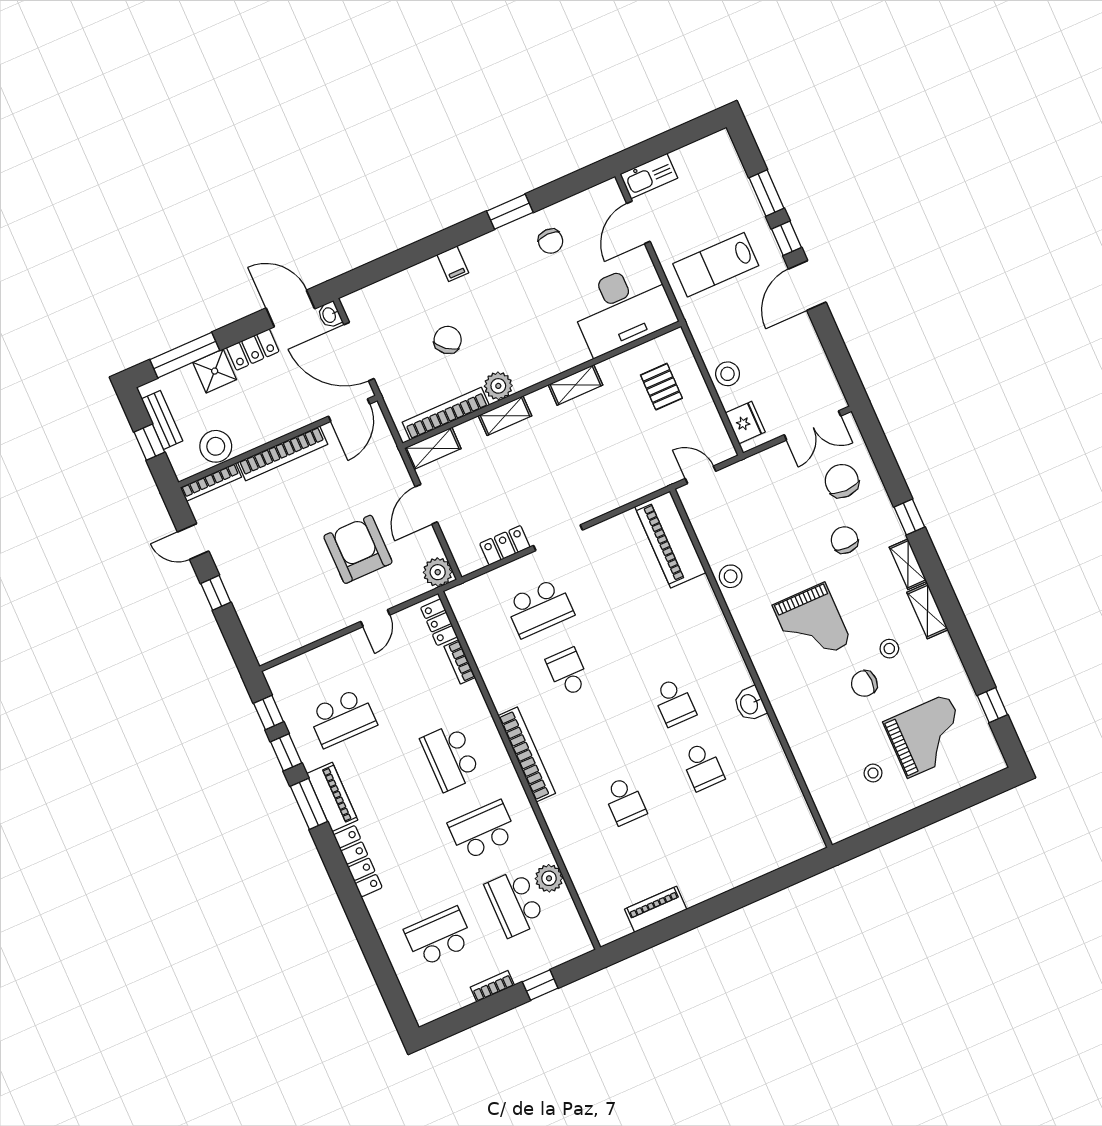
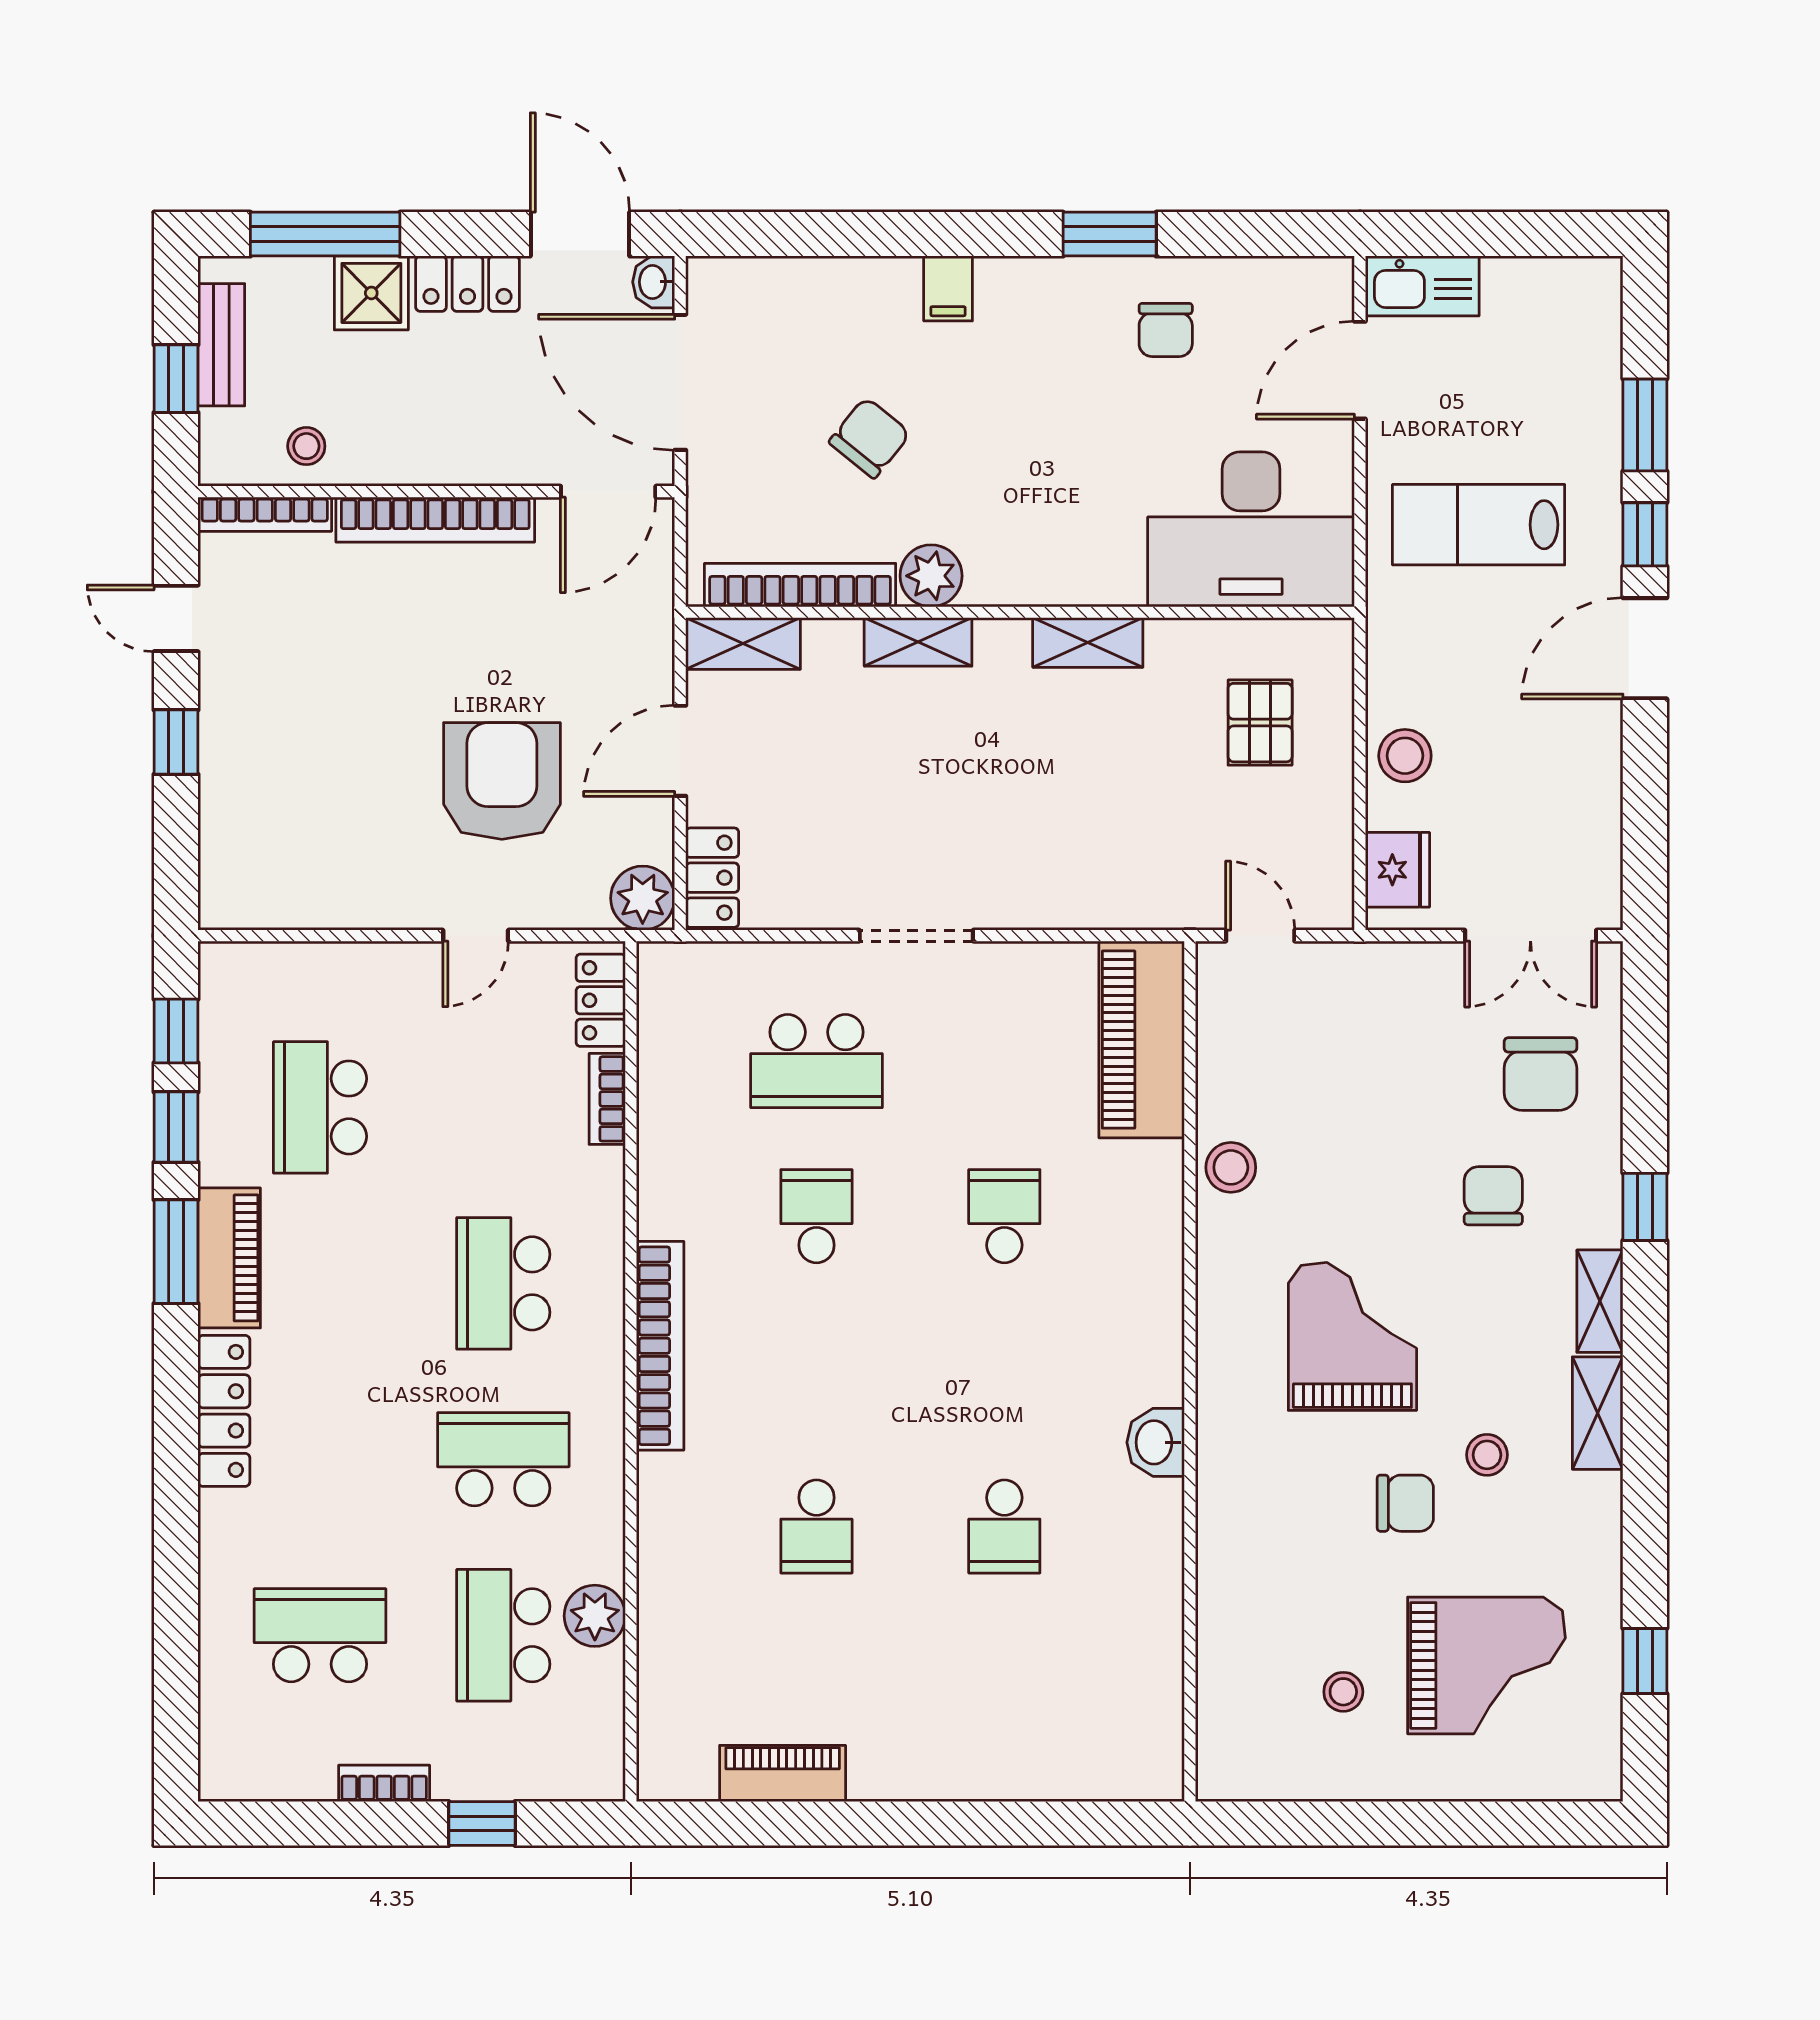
stool: (216, 446) -> (306, 446), width x0.53, depth x0.53
chair: (842, 481) -> (1540, 1074), turned 180
locker: (505, 545) -> (712, 878), moved, turned 90
grand piano: (812, 624) -> (1352, 1336), turned 180
chair: (864, 684) -> (1405, 1503), turned 180
school desk: (674, 702) -> (1004, 1216), moved, turned 180
school desk: (342, 718) -> (320, 1107), turned 90

